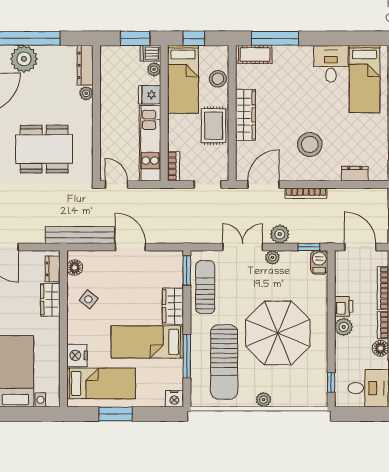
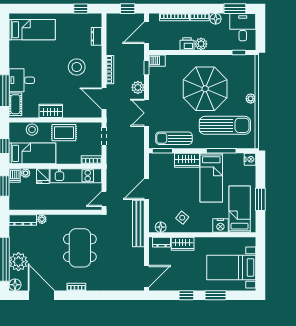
desk: (331, 64) -> (22, 80), moved
wardrobe: (245, 115) -> (51, 111), width x0.67
plant: (272, 257) -> (154, 92), removed

